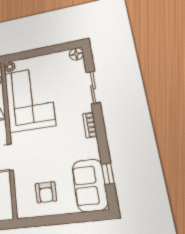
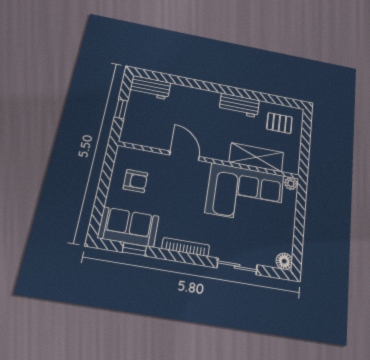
bookcase: (90, 125) -> (186, 247), width x1.56
armchair: (46, 192) -> (136, 181), turned 180

